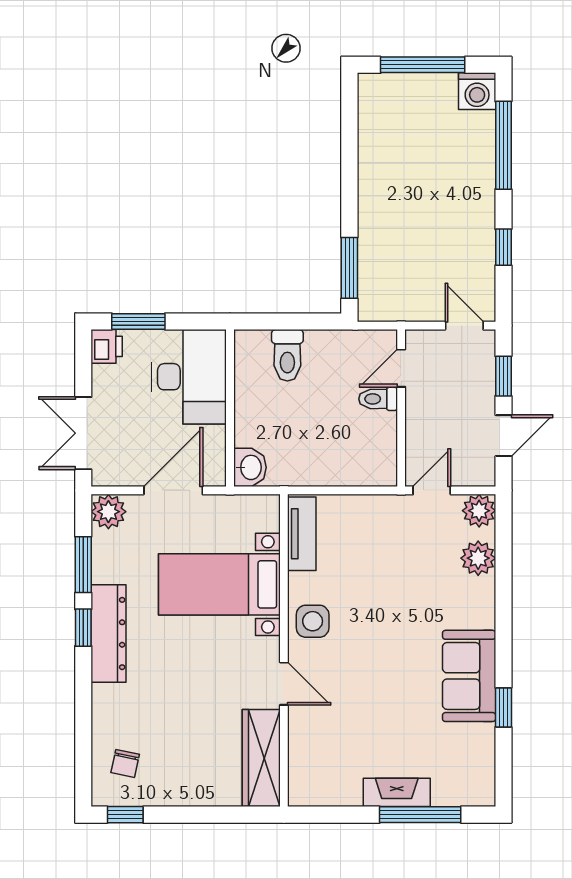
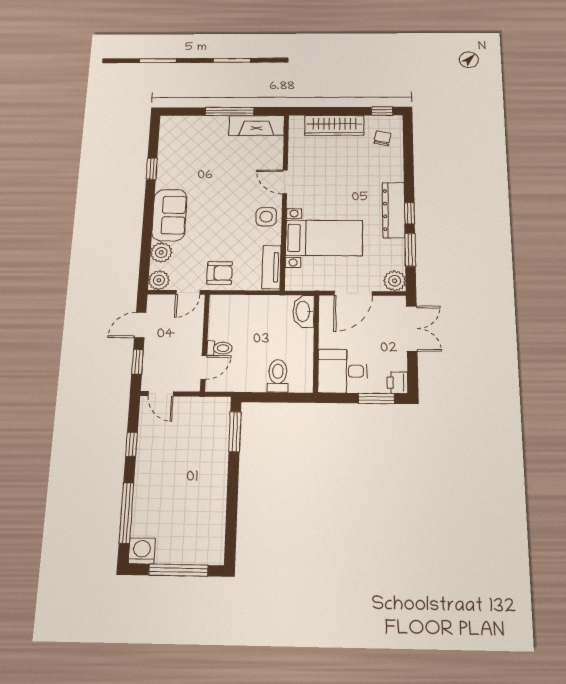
desk: (189, 377) -> (343, 371), width x0.73
washbasin: (250, 467) -> (304, 311), width x1.38
armchair: (384, 523) -> (220, 273), added
sofa: (469, 676) -> (169, 215), moved
wardrobe: (261, 758) -> (334, 125), moved, turned 90
fireplace: (397, 792) -> (257, 125), moved, width x1.37, depth x1.32
window: (420, 815) -> (230, 111), moved

